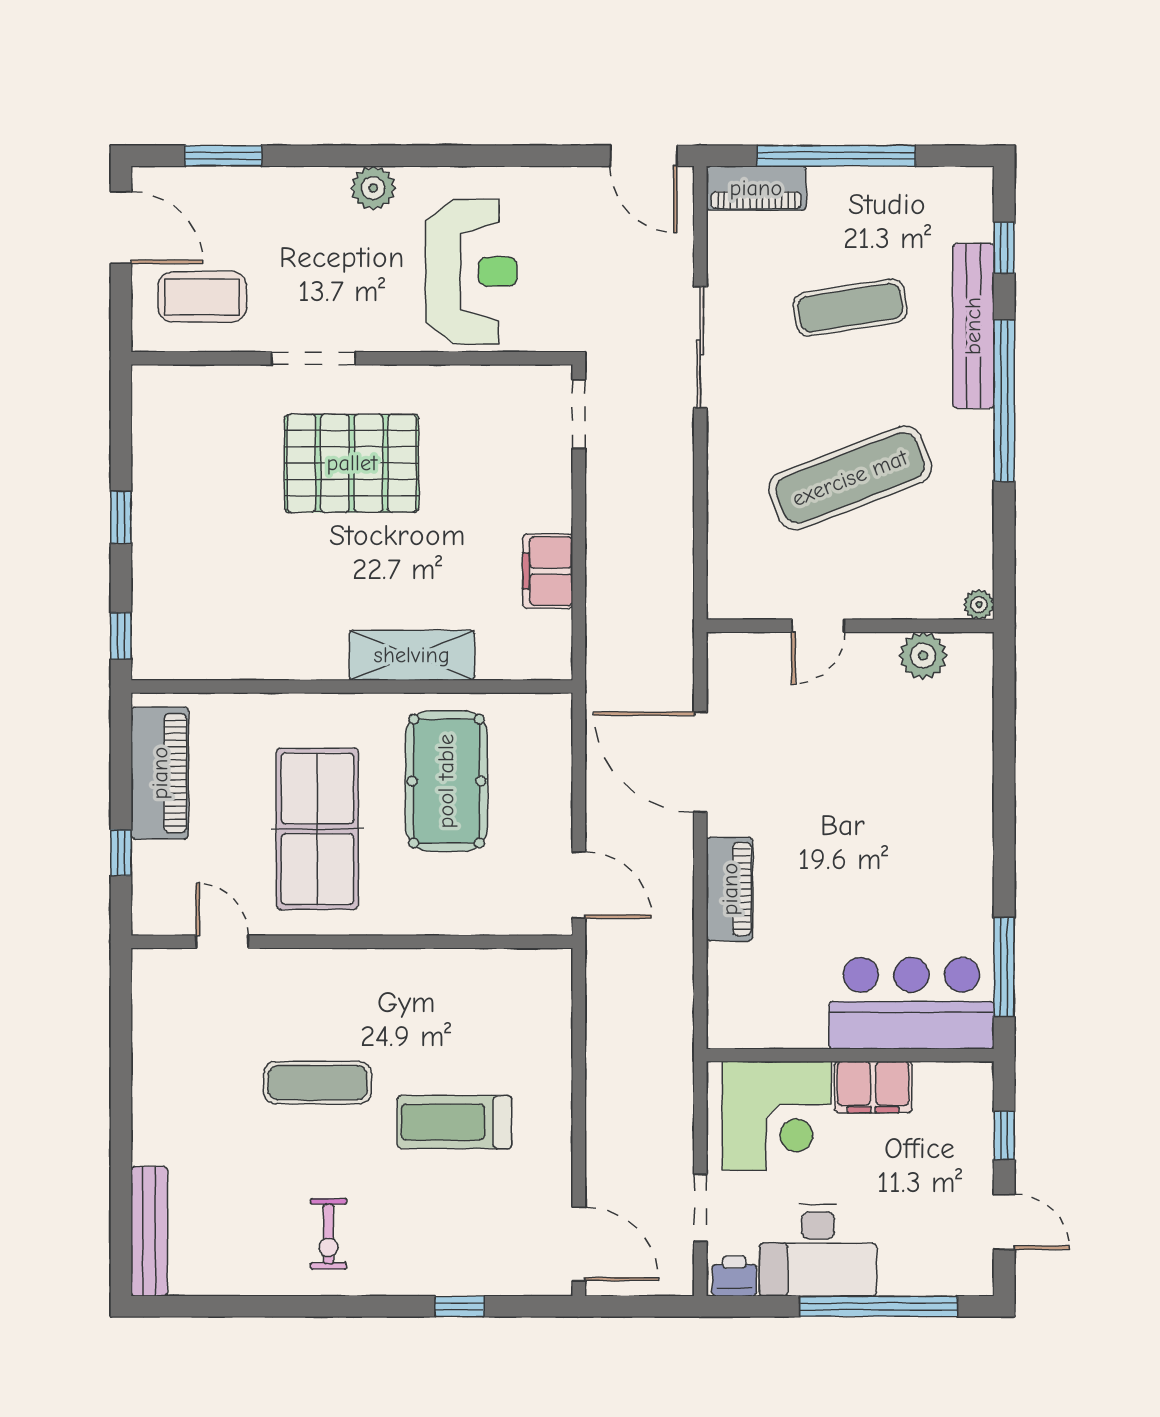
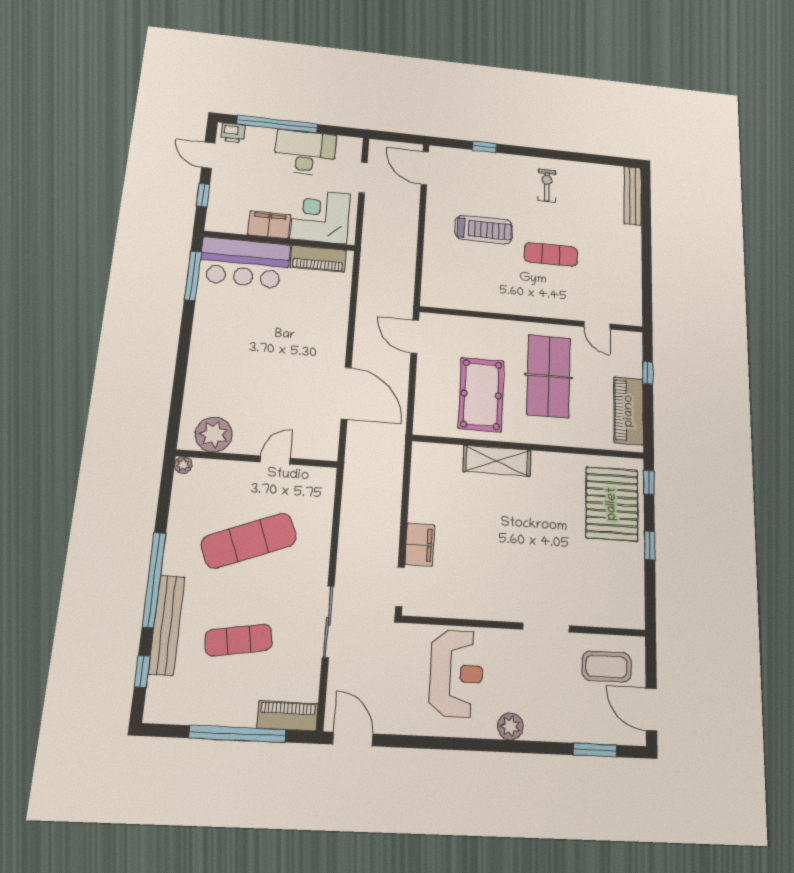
reception desk: (471, 272) -> (456, 673), turned 180
pallet: (352, 463) -> (612, 504), moved, turned 90
filing cabinet: (548, 571) -> (420, 545), moved
plant: (923, 656) -> (214, 435), width x1.36, depth x1.36
piano: (730, 889) -> (318, 259), moved, turned -90
printer: (734, 1276) -> (233, 133), moved

